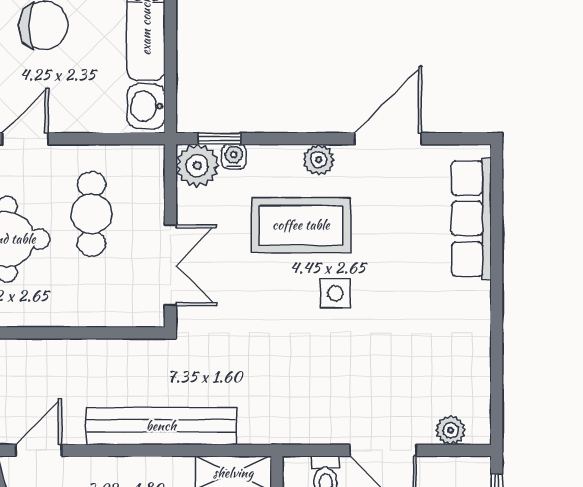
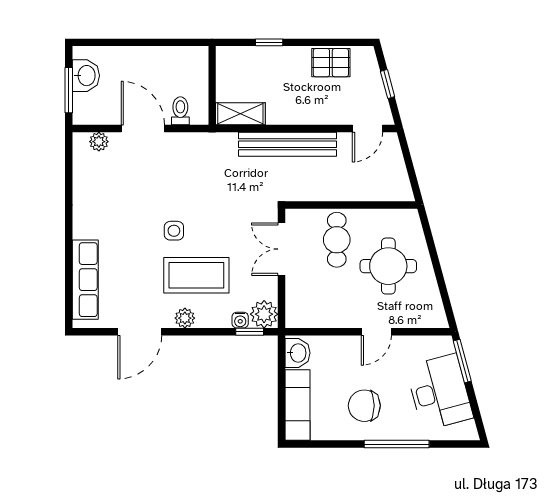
cafe table: (91, 214) -> (337, 240), moved

